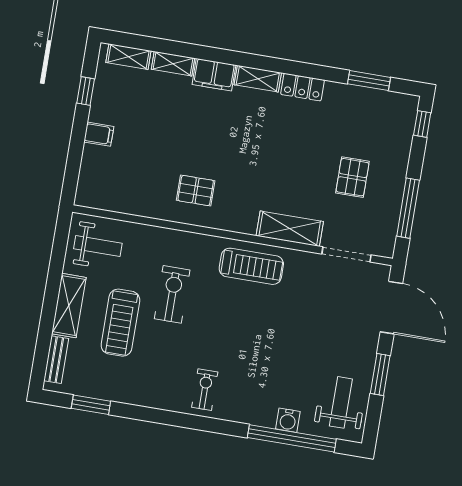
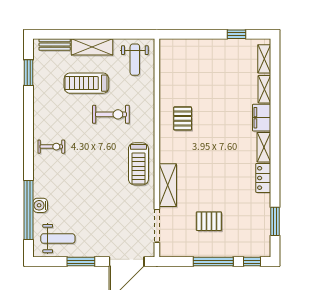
filing cabinet: (99, 134) -> (209, 48), removed
window: (408, 208) -> (213, 262), moved

